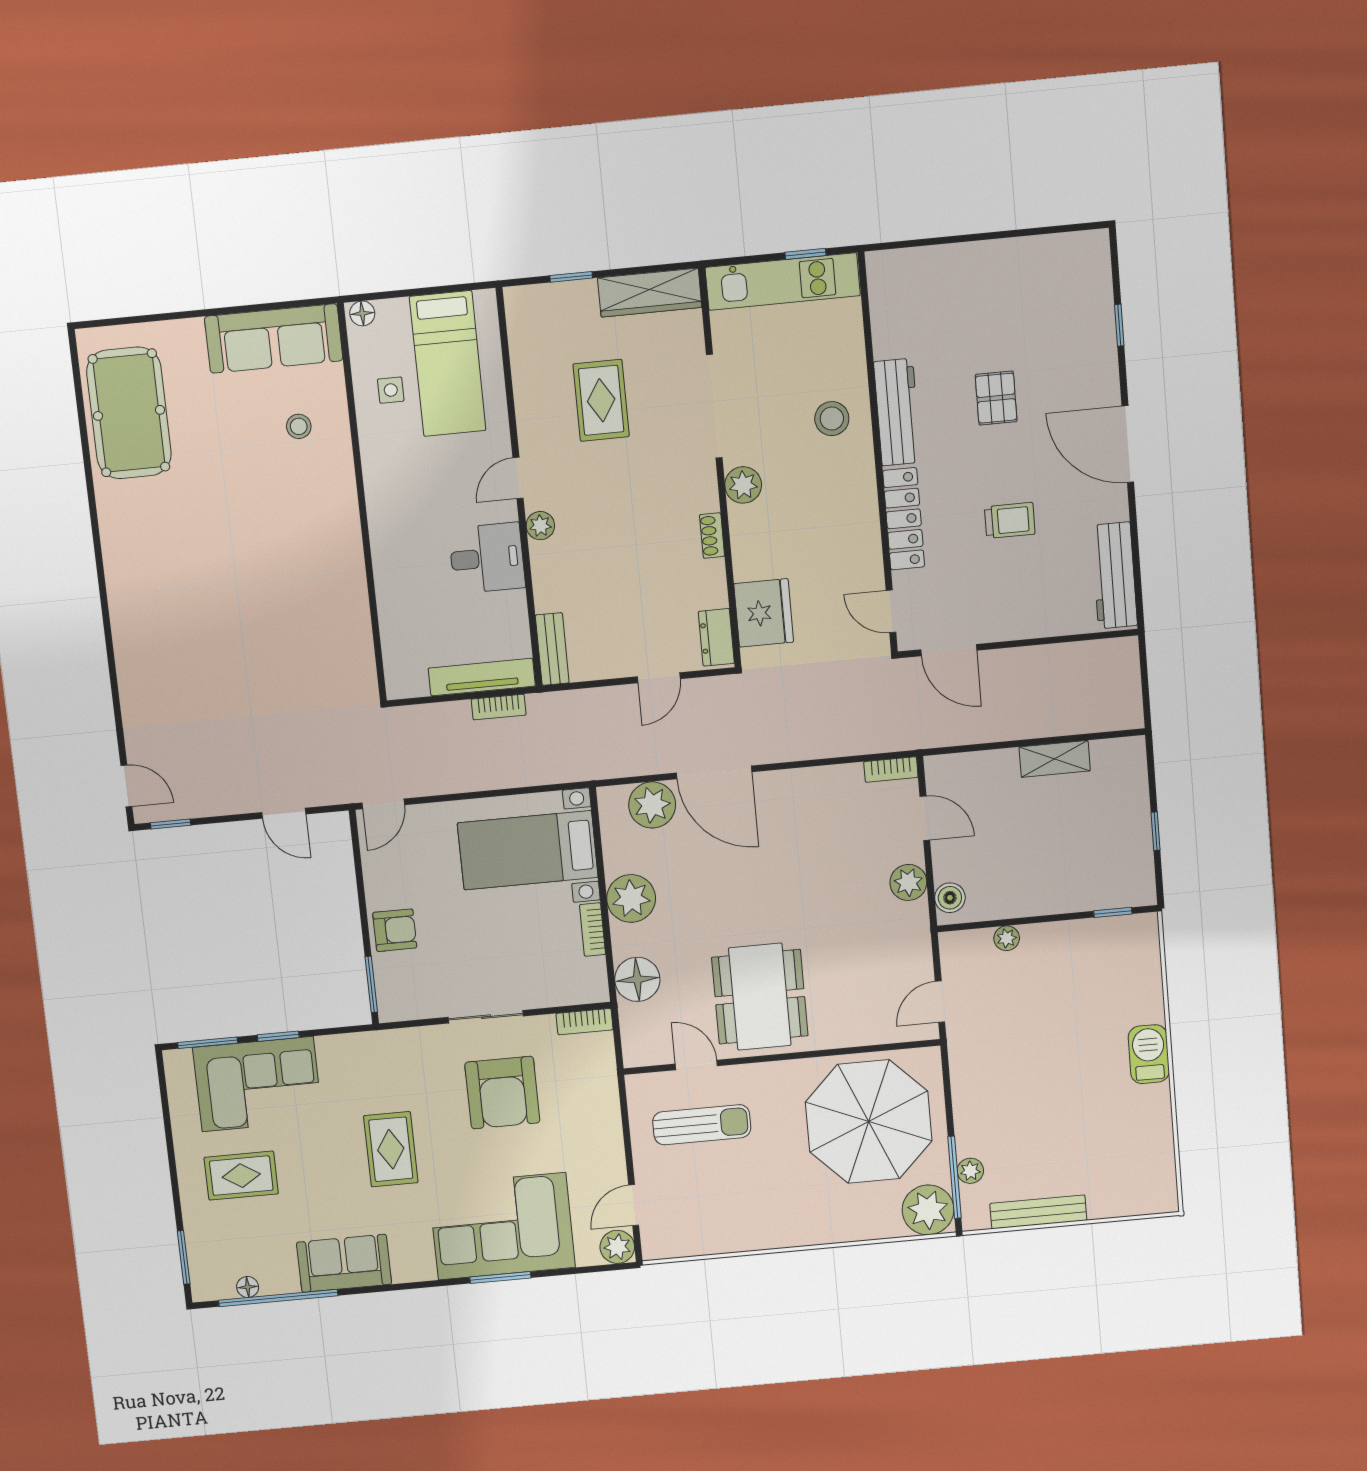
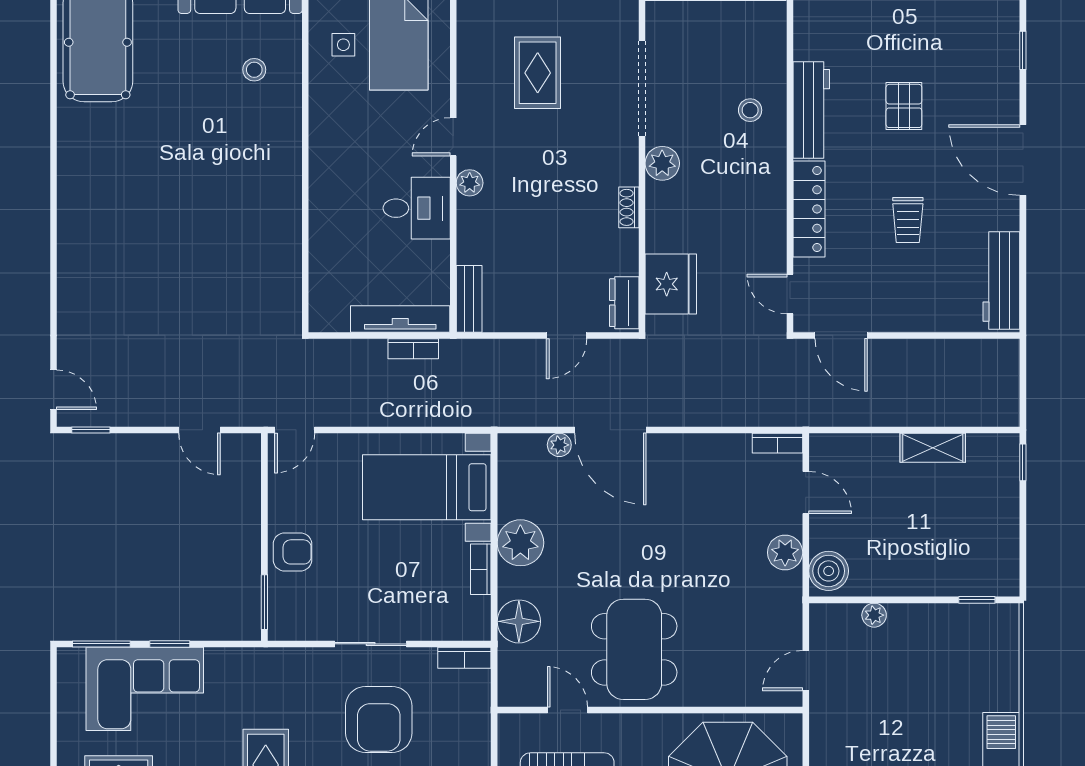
stool: (832, 419) -> (750, 110), width x0.73, depth x0.73
trolley: (1010, 520) -> (908, 220), turned 90
plant: (652, 805) -> (559, 445), width x0.53, depth x0.53
window: (1155, 831) -> (1023, 462), moved
boiler: (950, 898) -> (829, 571), width x1.36, depth x1.36

